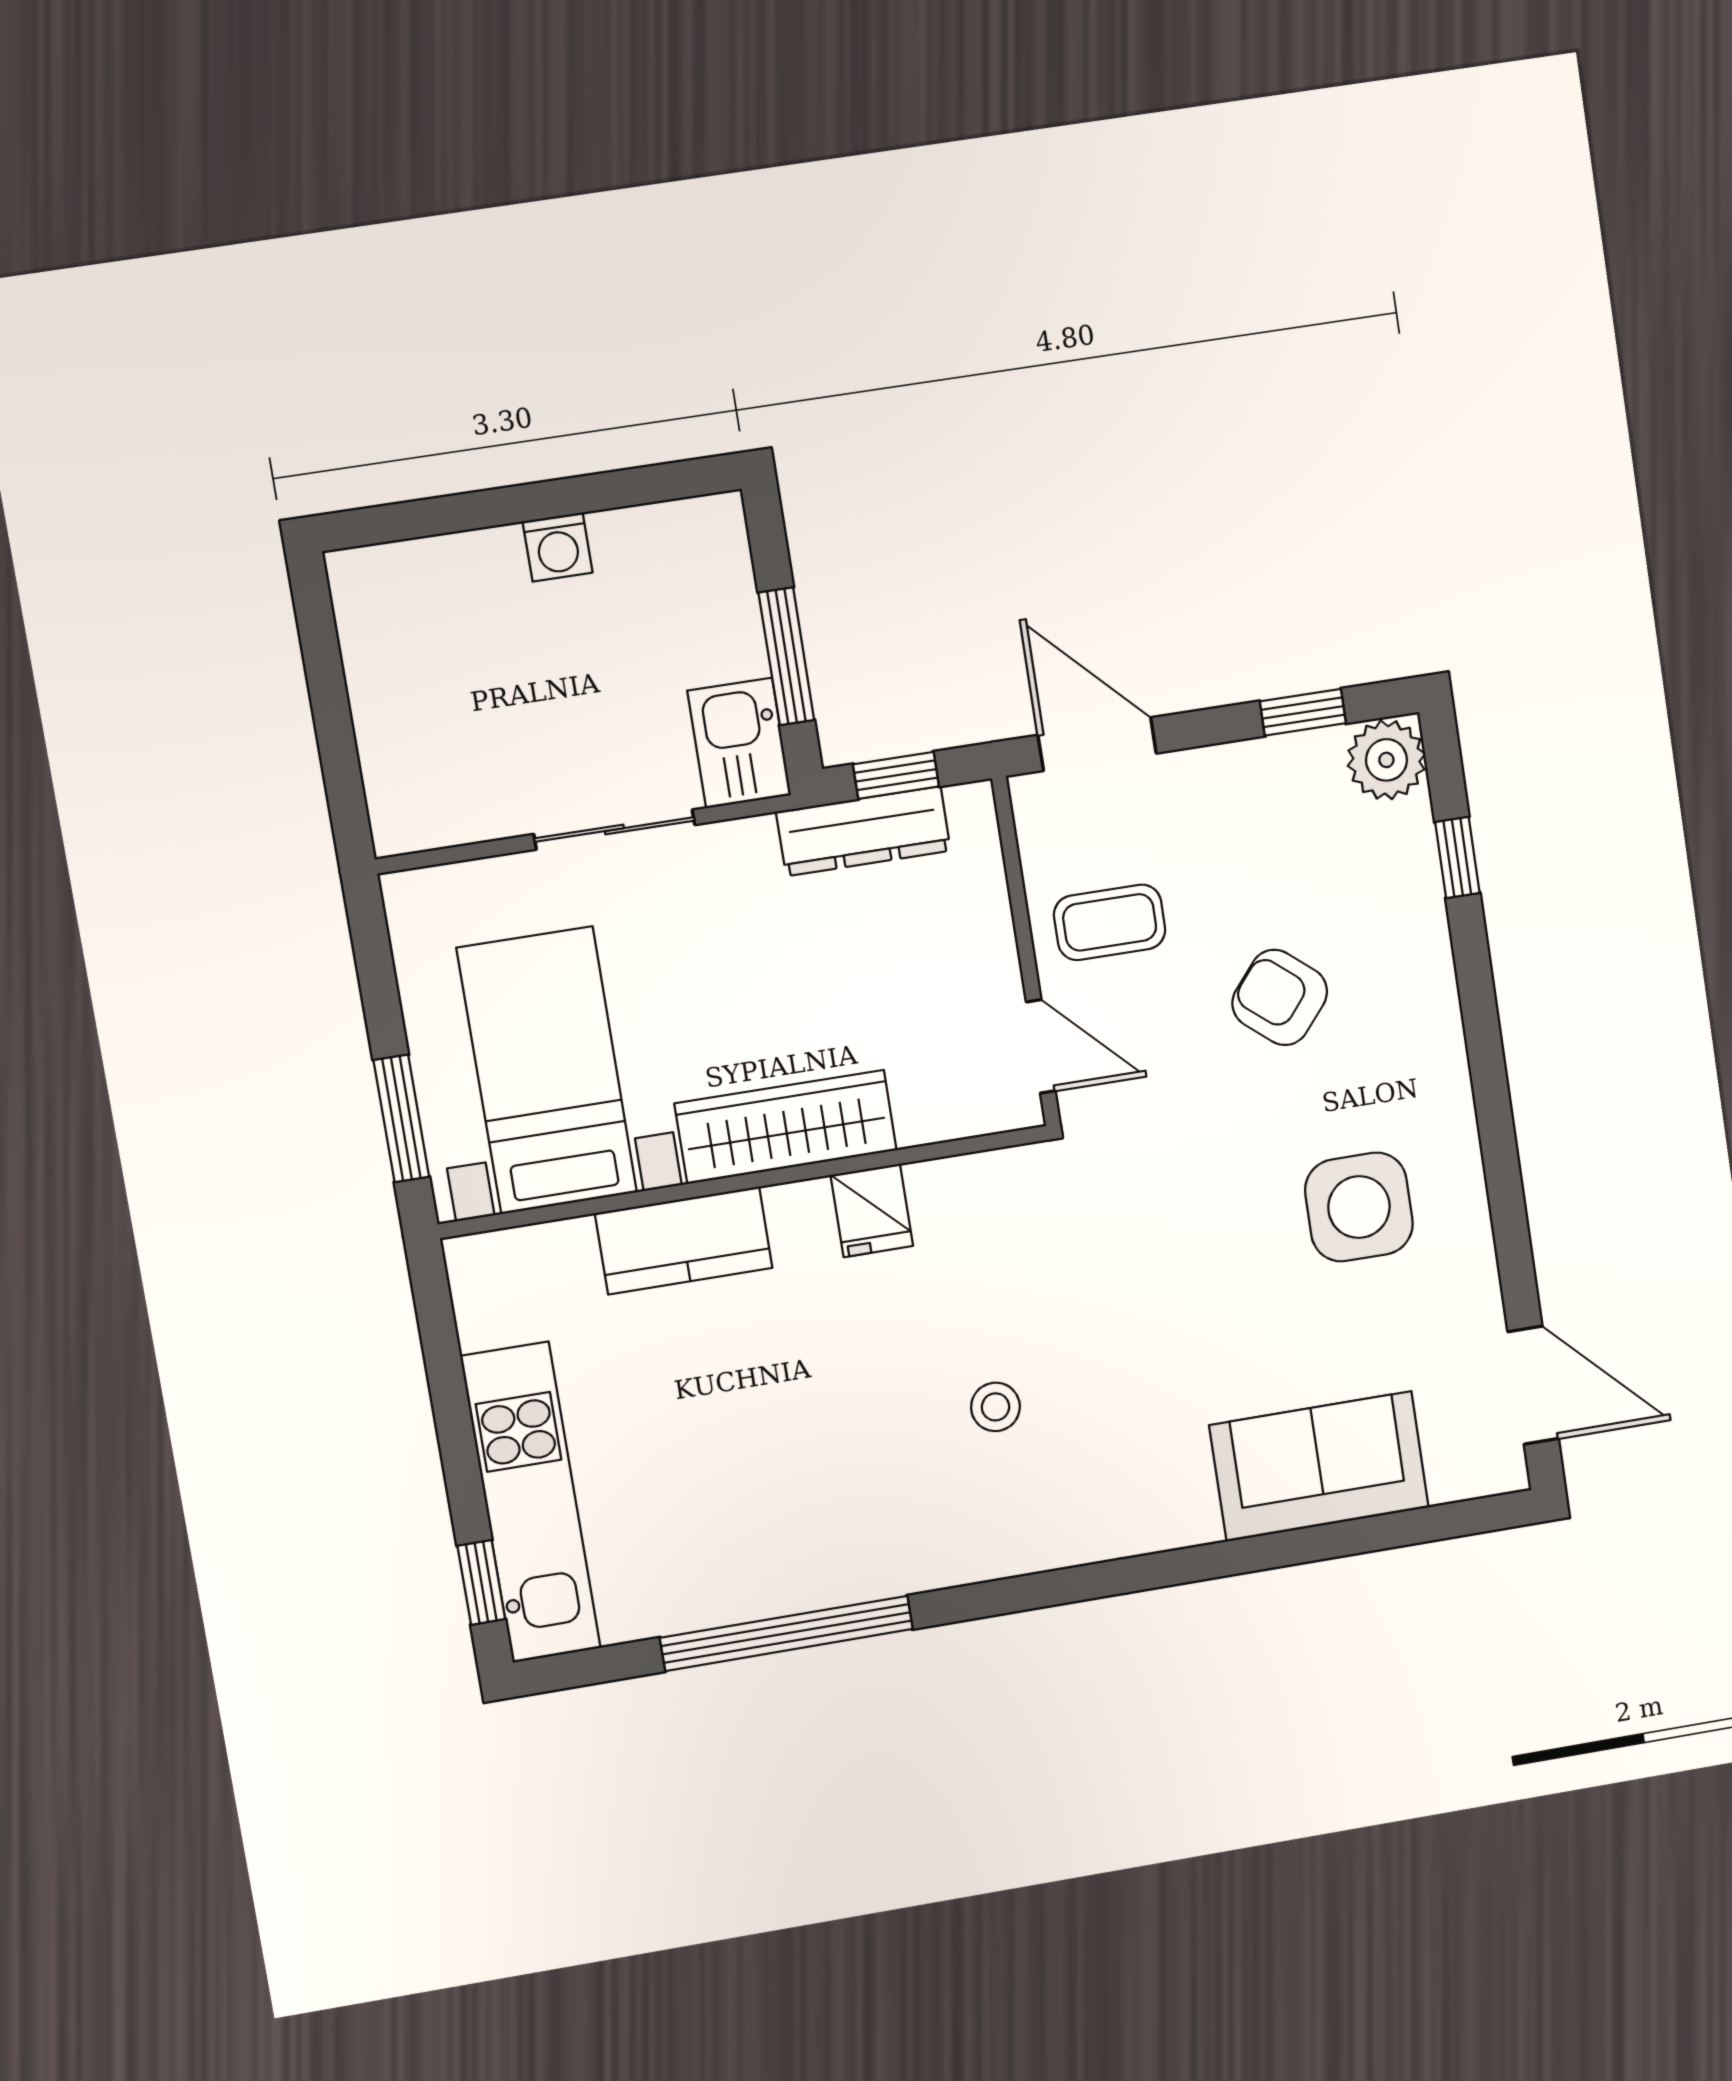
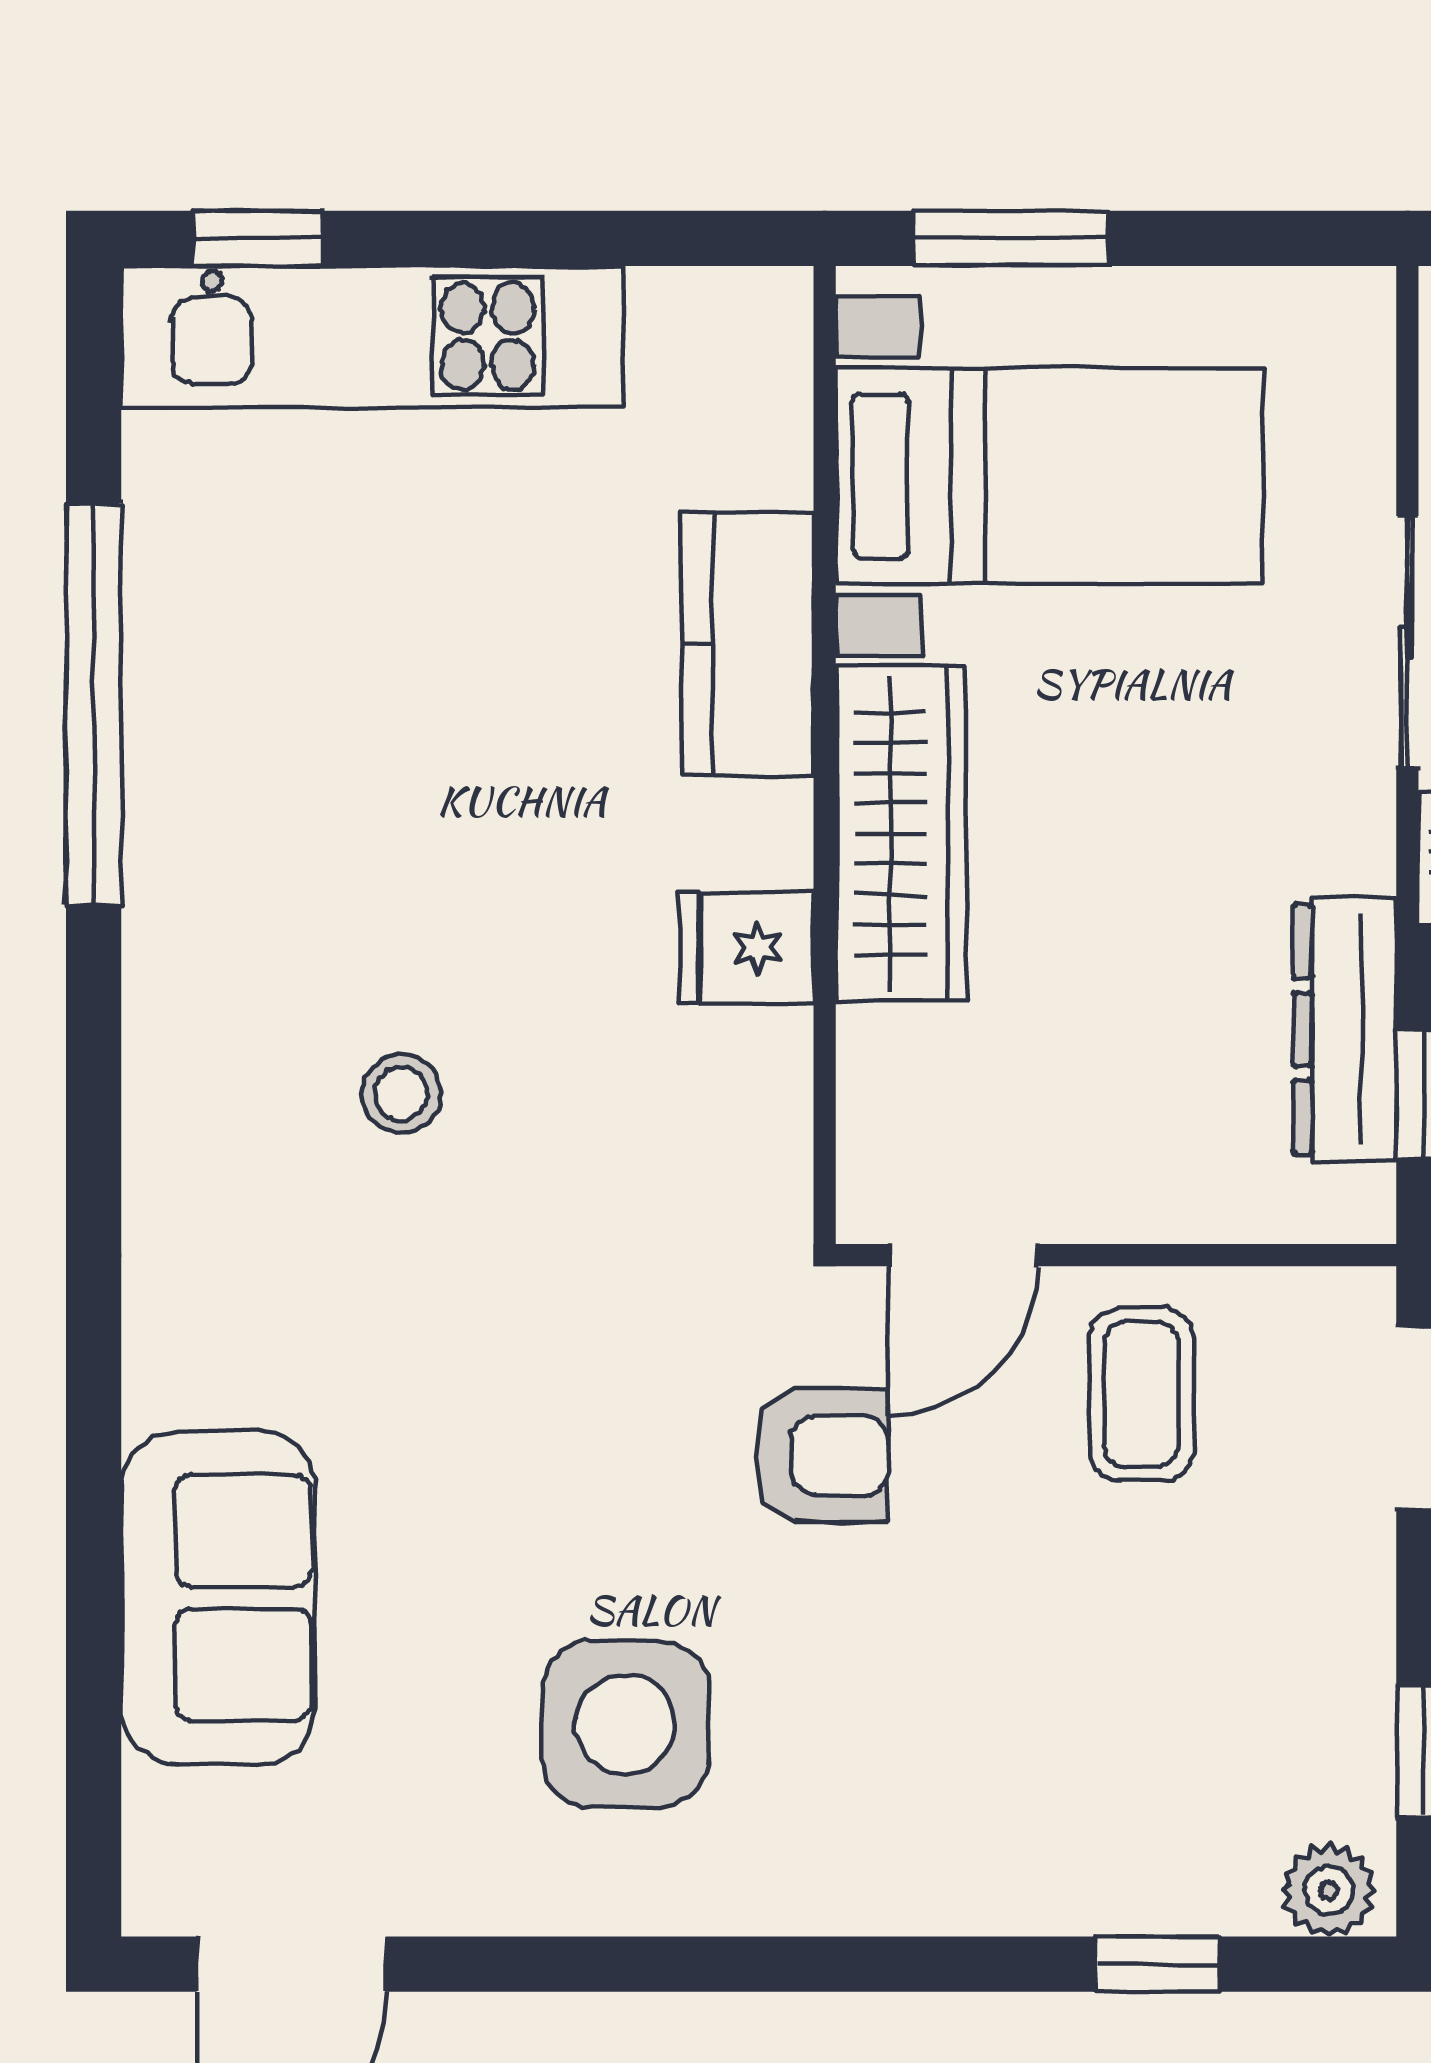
plant: (1386, 760) -> (1329, 1890), width x0.73, depth x0.73
armchair: (1280, 997) -> (821, 1455), moved, turned 50

